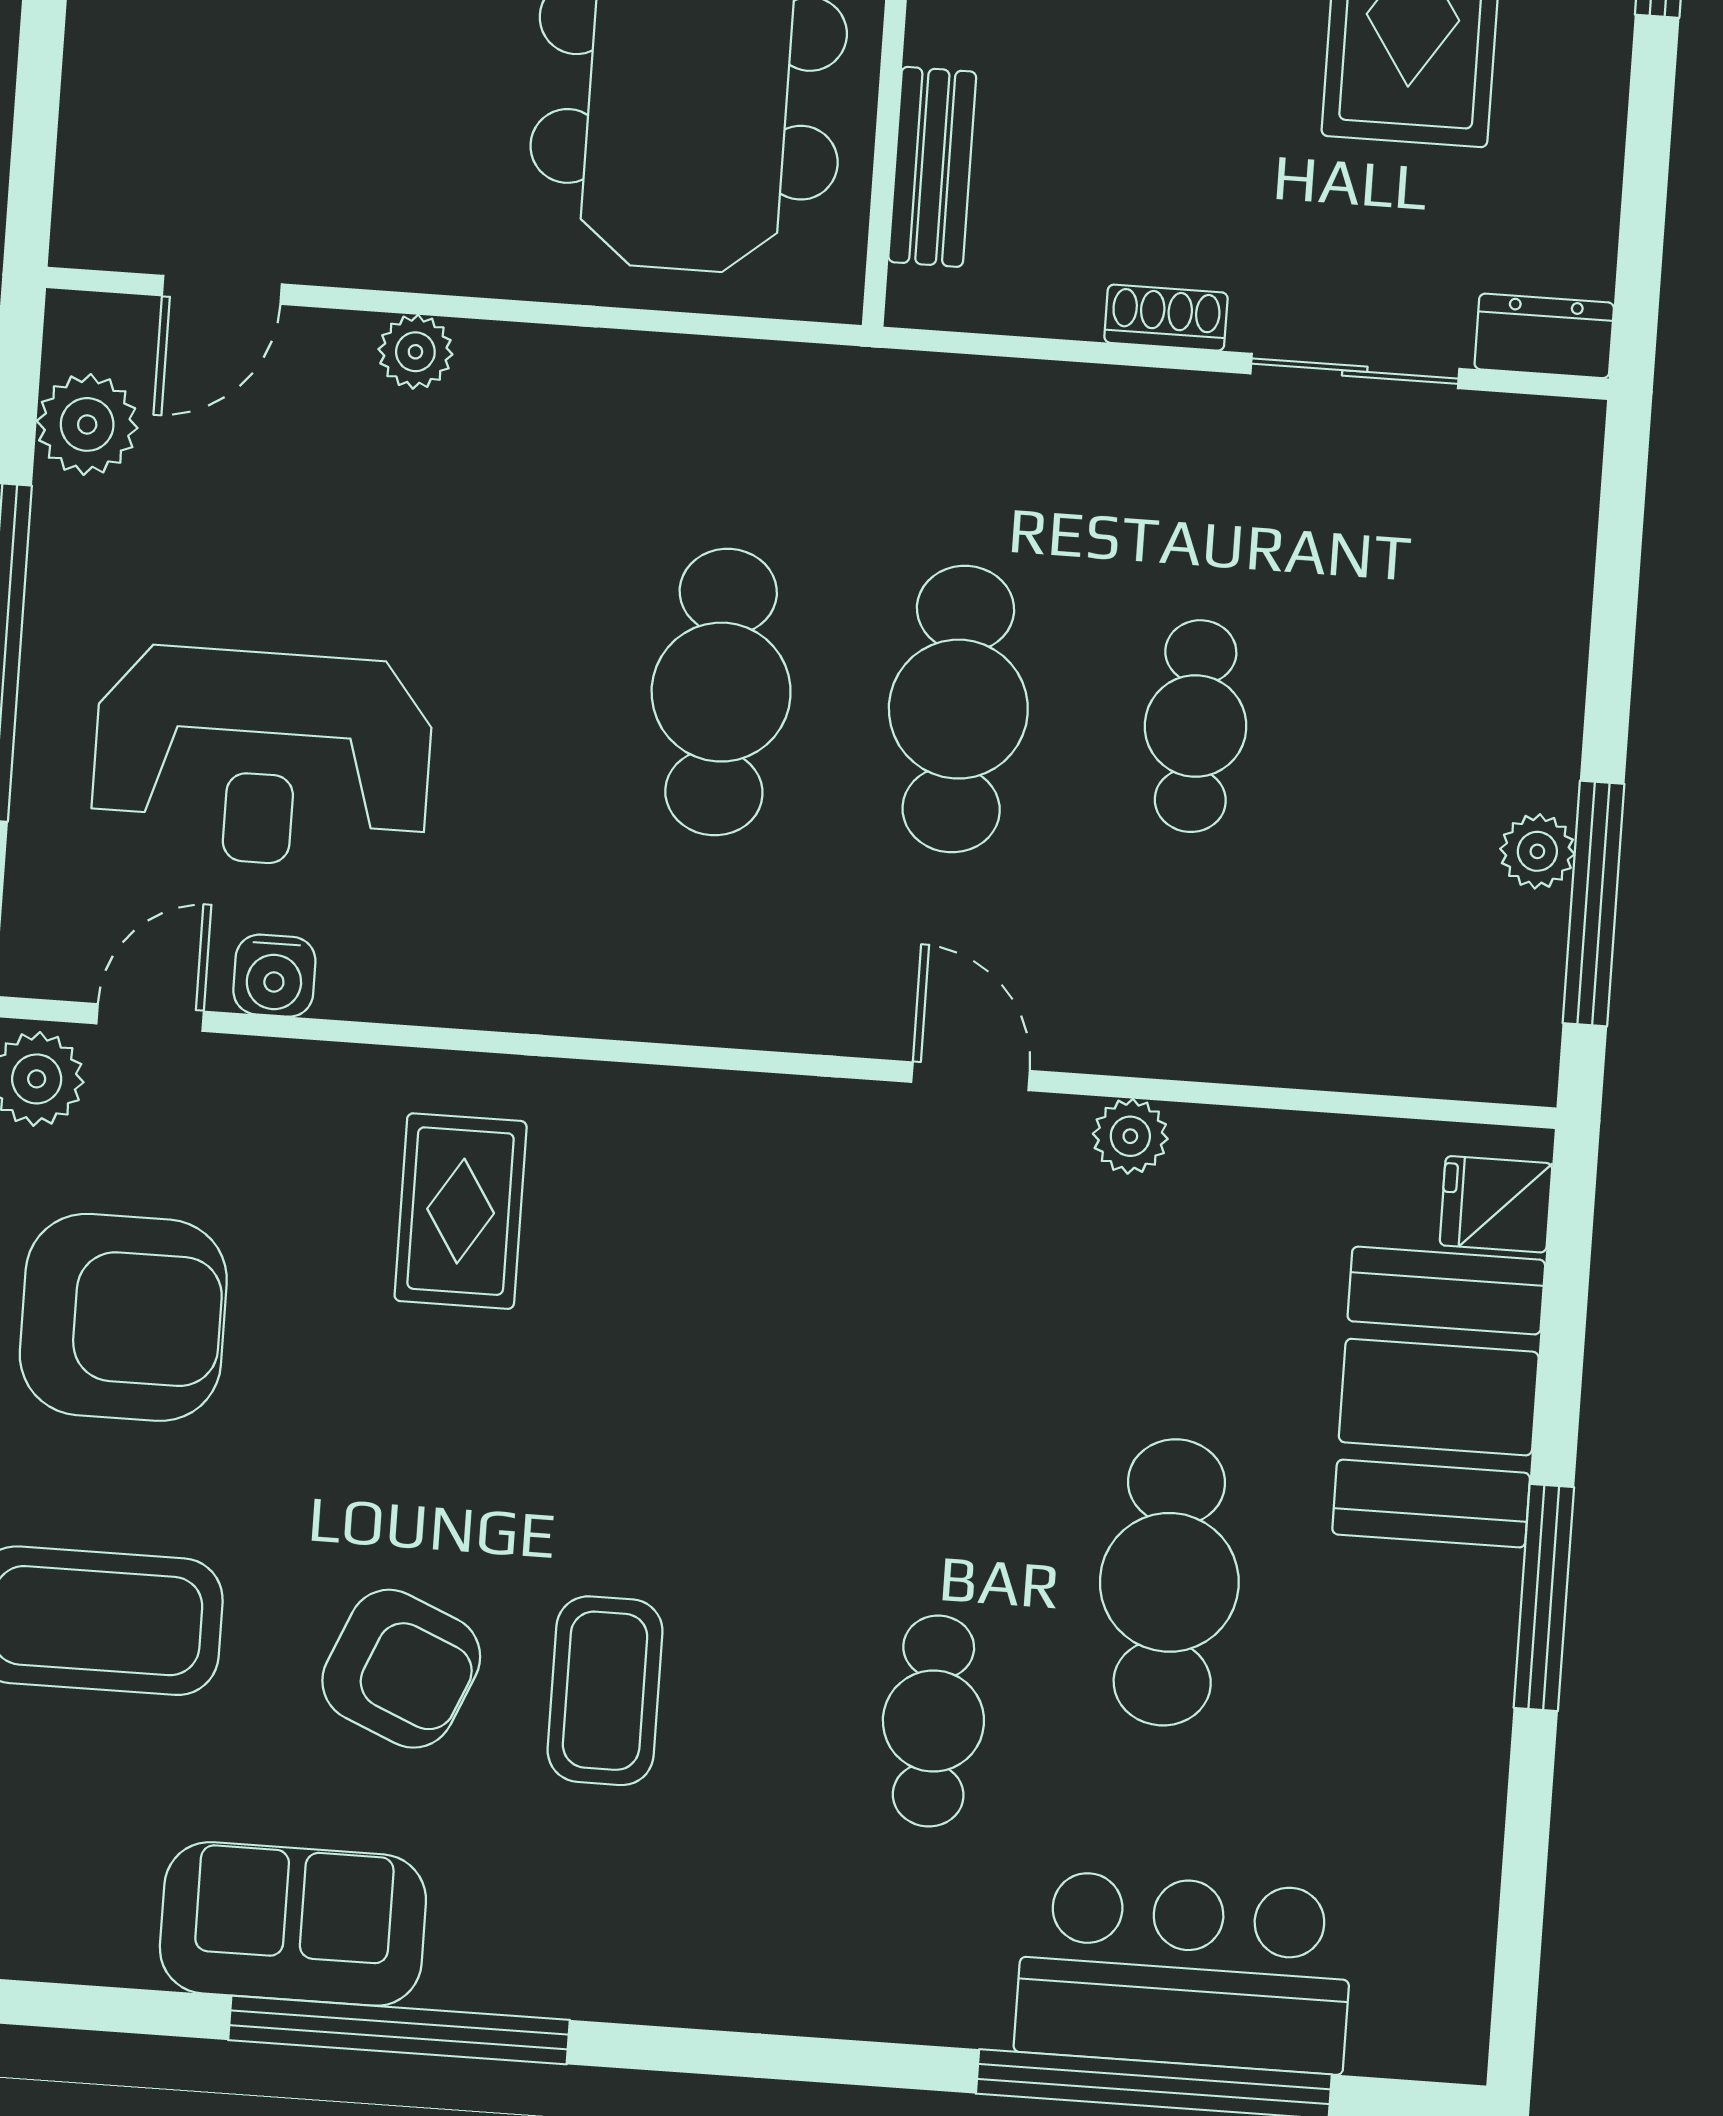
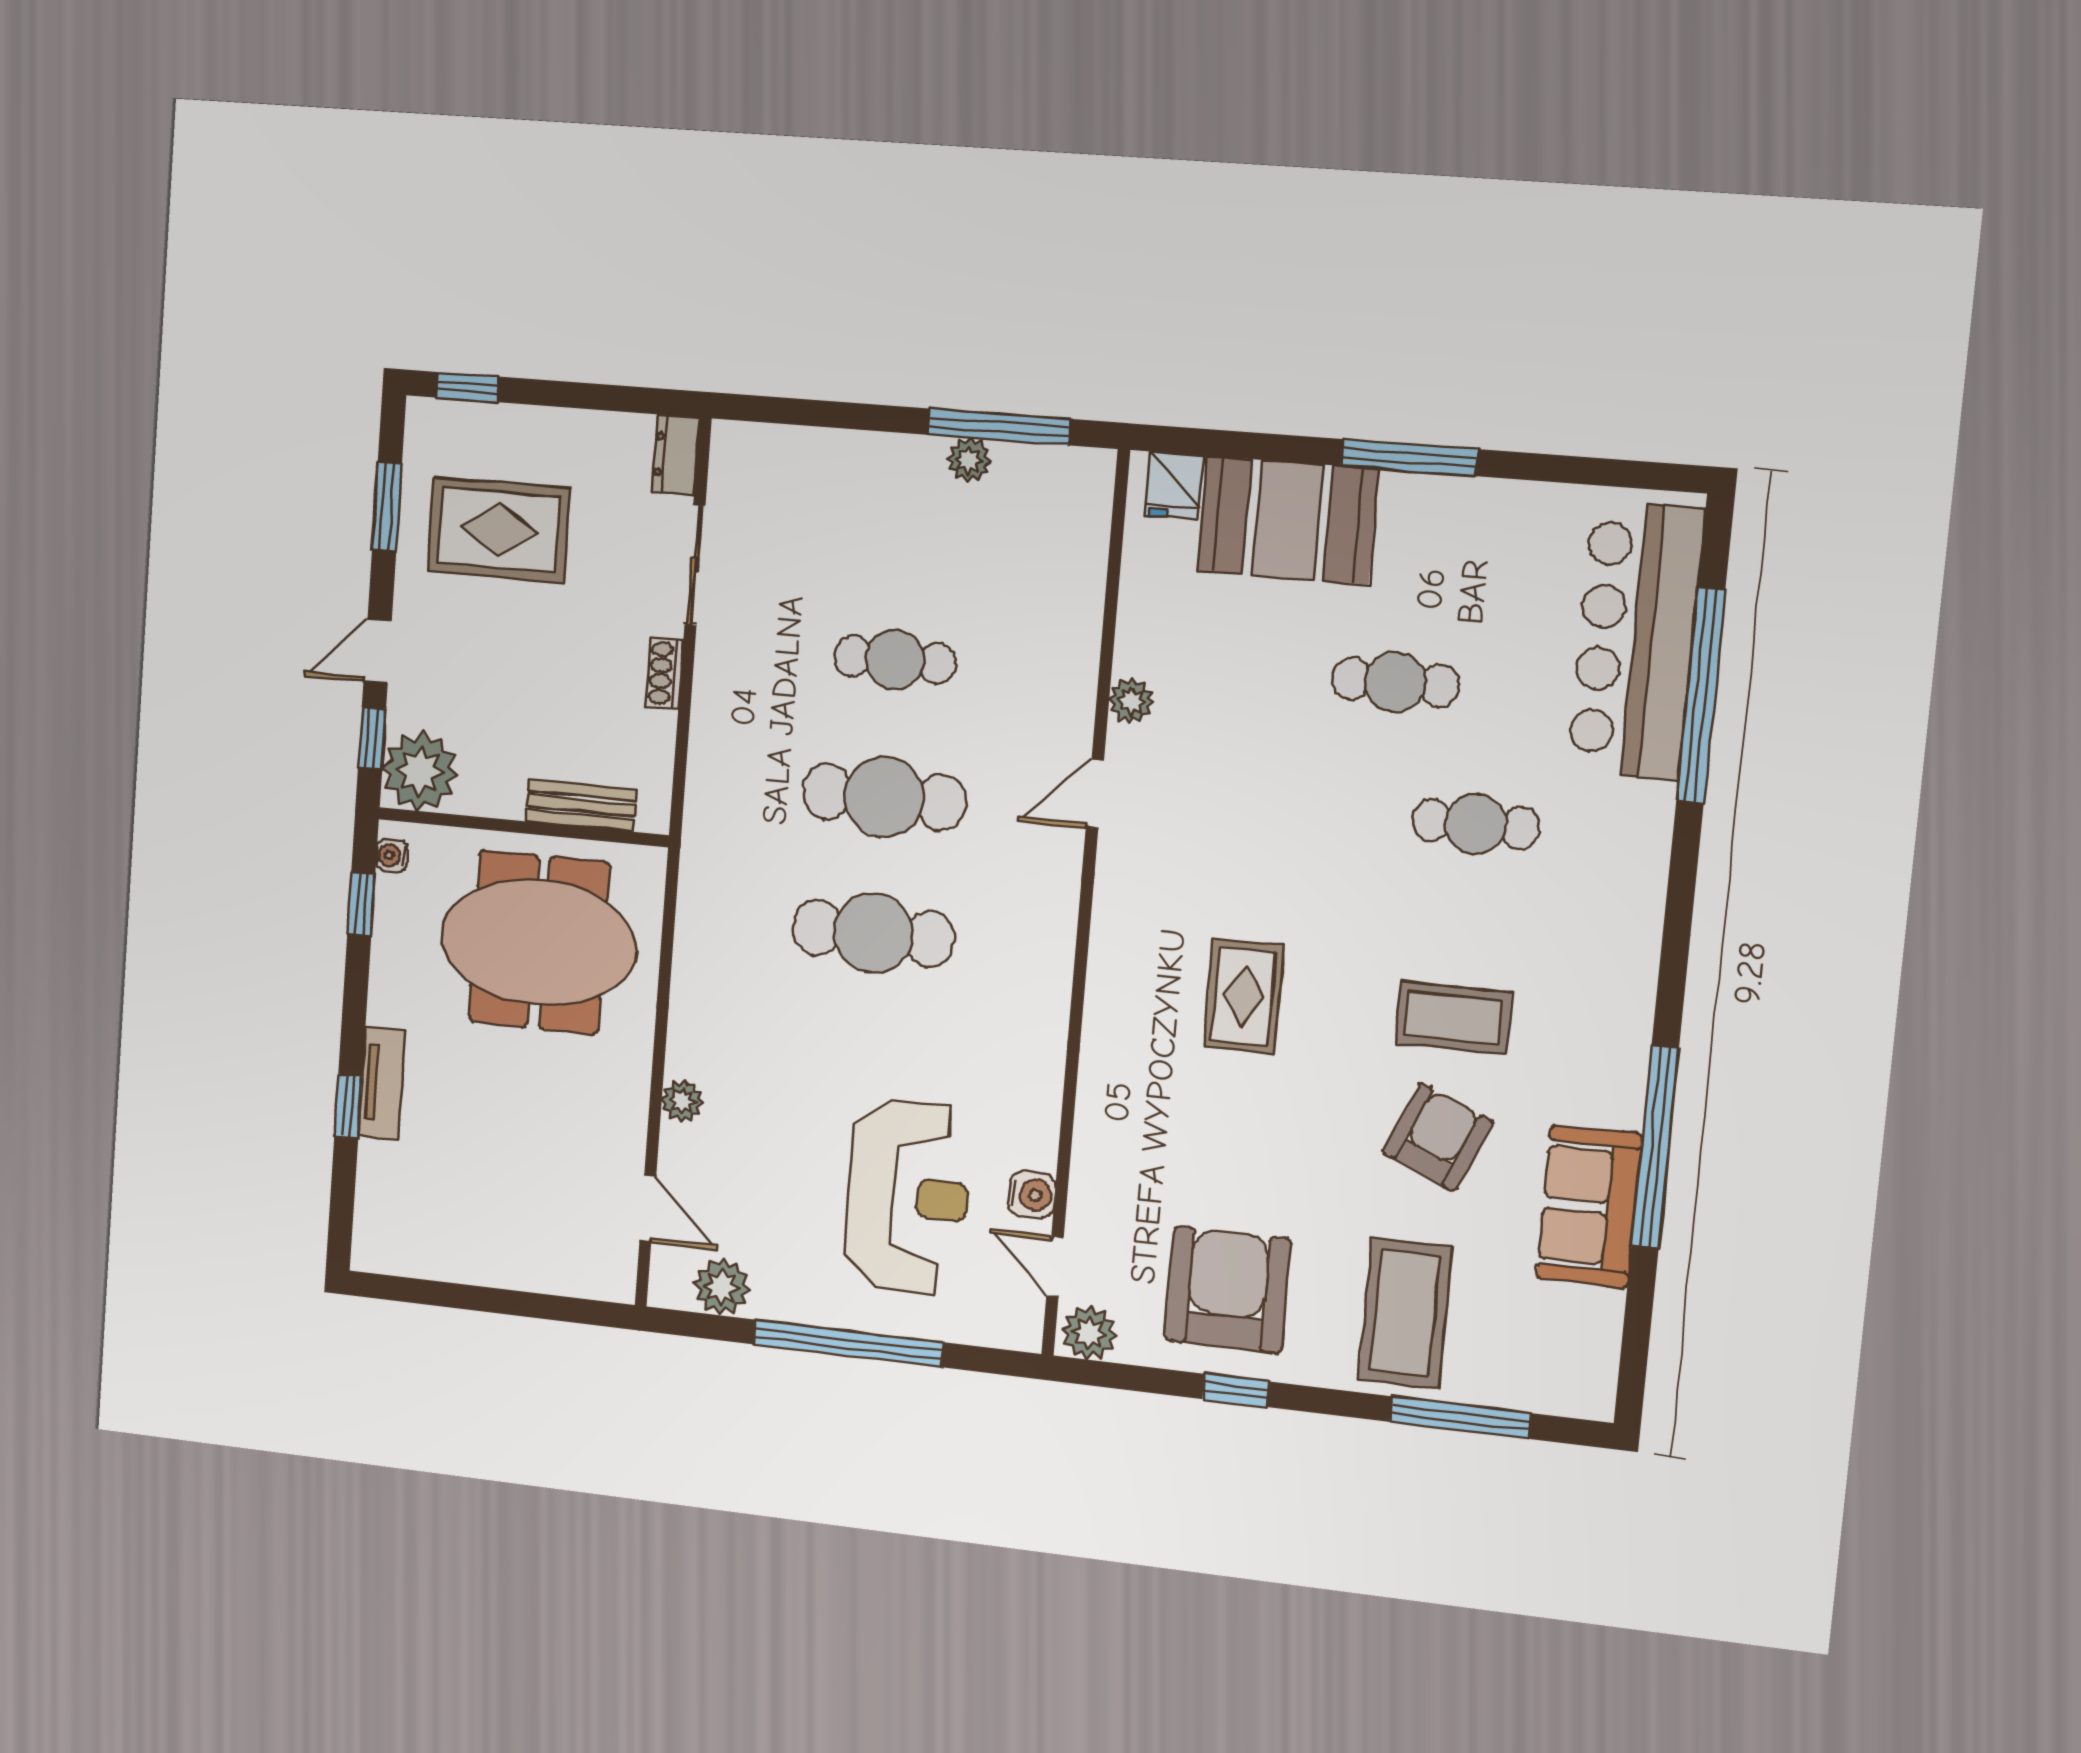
rug: (461, 1211) -> (1244, 996), moved, turned 90
cafe table: (1169, 1582) -> (1395, 682), width x0.73, depth x0.74
bar counter: (1184, 1972) -> (1636, 640), width x1.36

